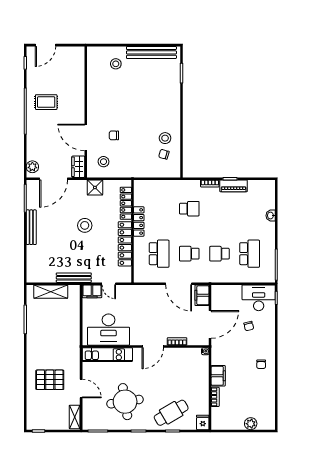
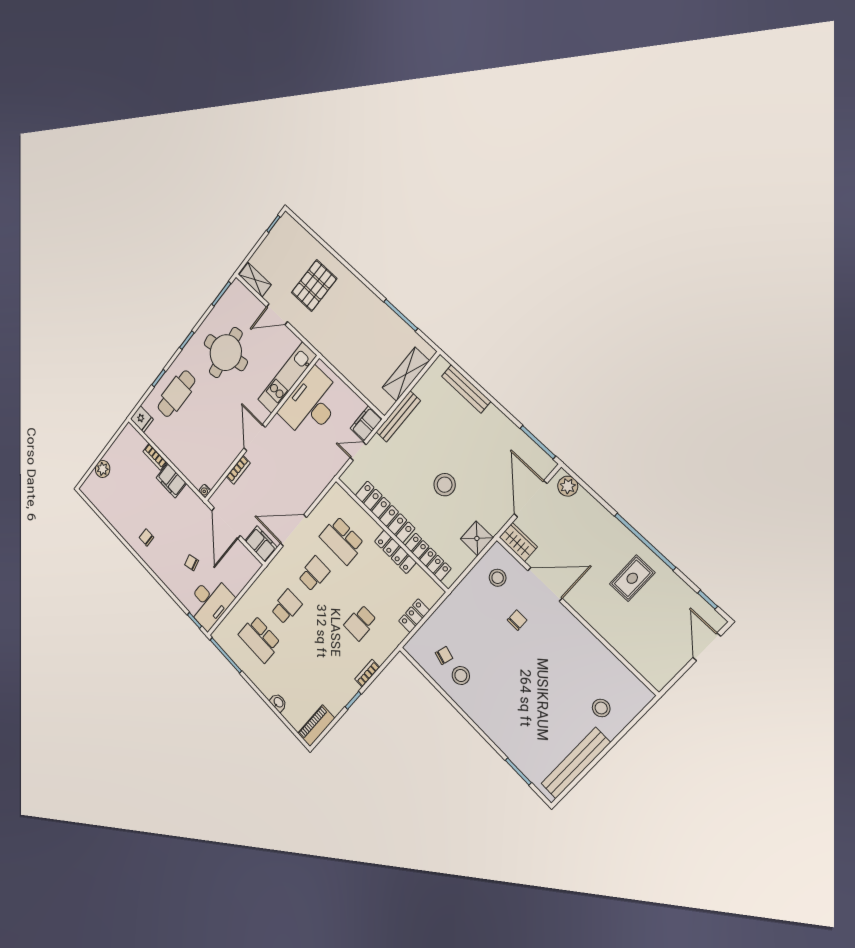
locker: (160, 185) -> (414, 616), added
piano: (234, 186) -> (316, 726), moved
bench: (31, 227) -> (466, 389), moved
cafe table: (171, 413) -> (176, 394), turned 30

